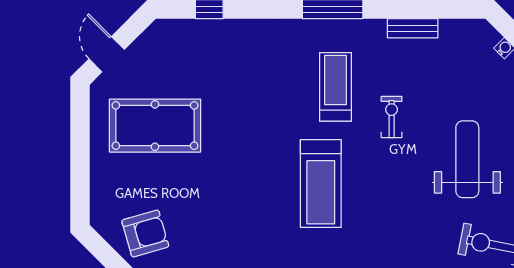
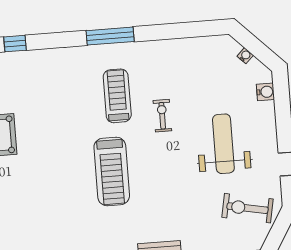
bench: (413, 28) -> (173, 46), removed

